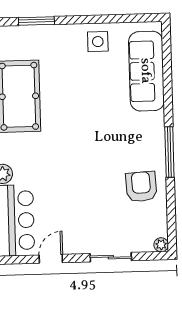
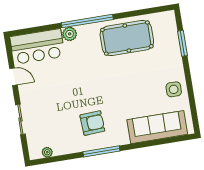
armchair: (141, 187) -> (92, 123), moved
plant: (161, 245) -> (47, 152), moved

